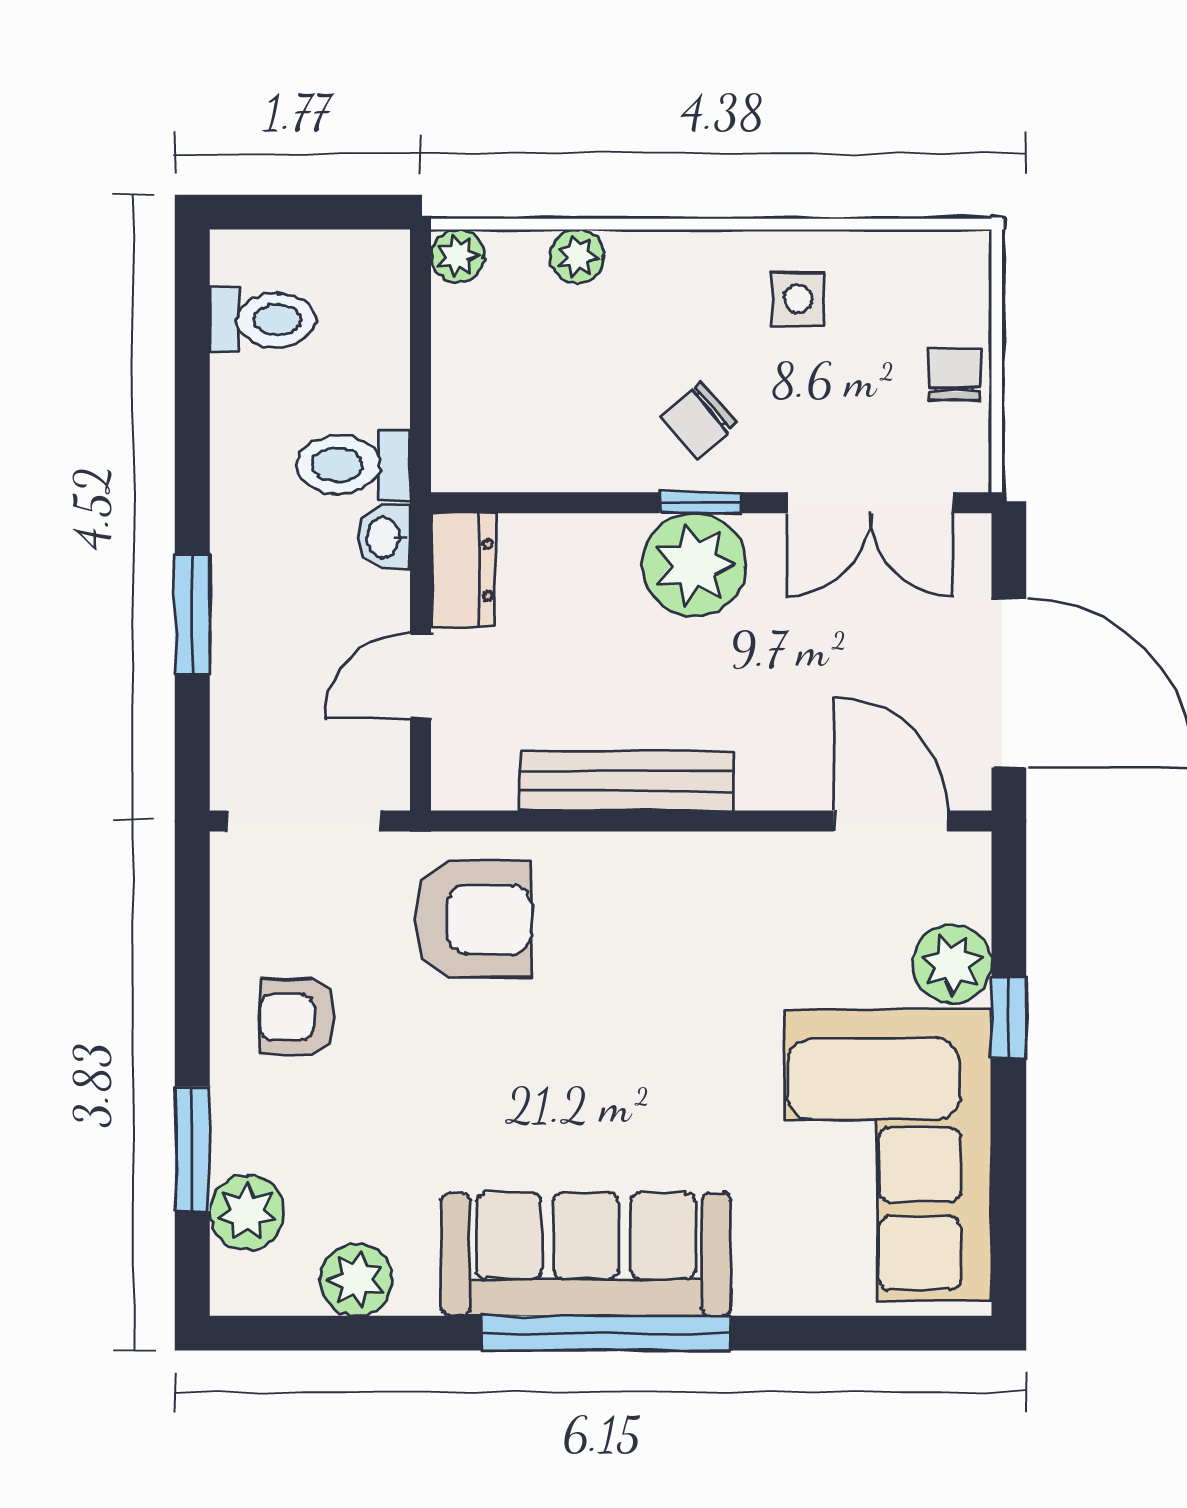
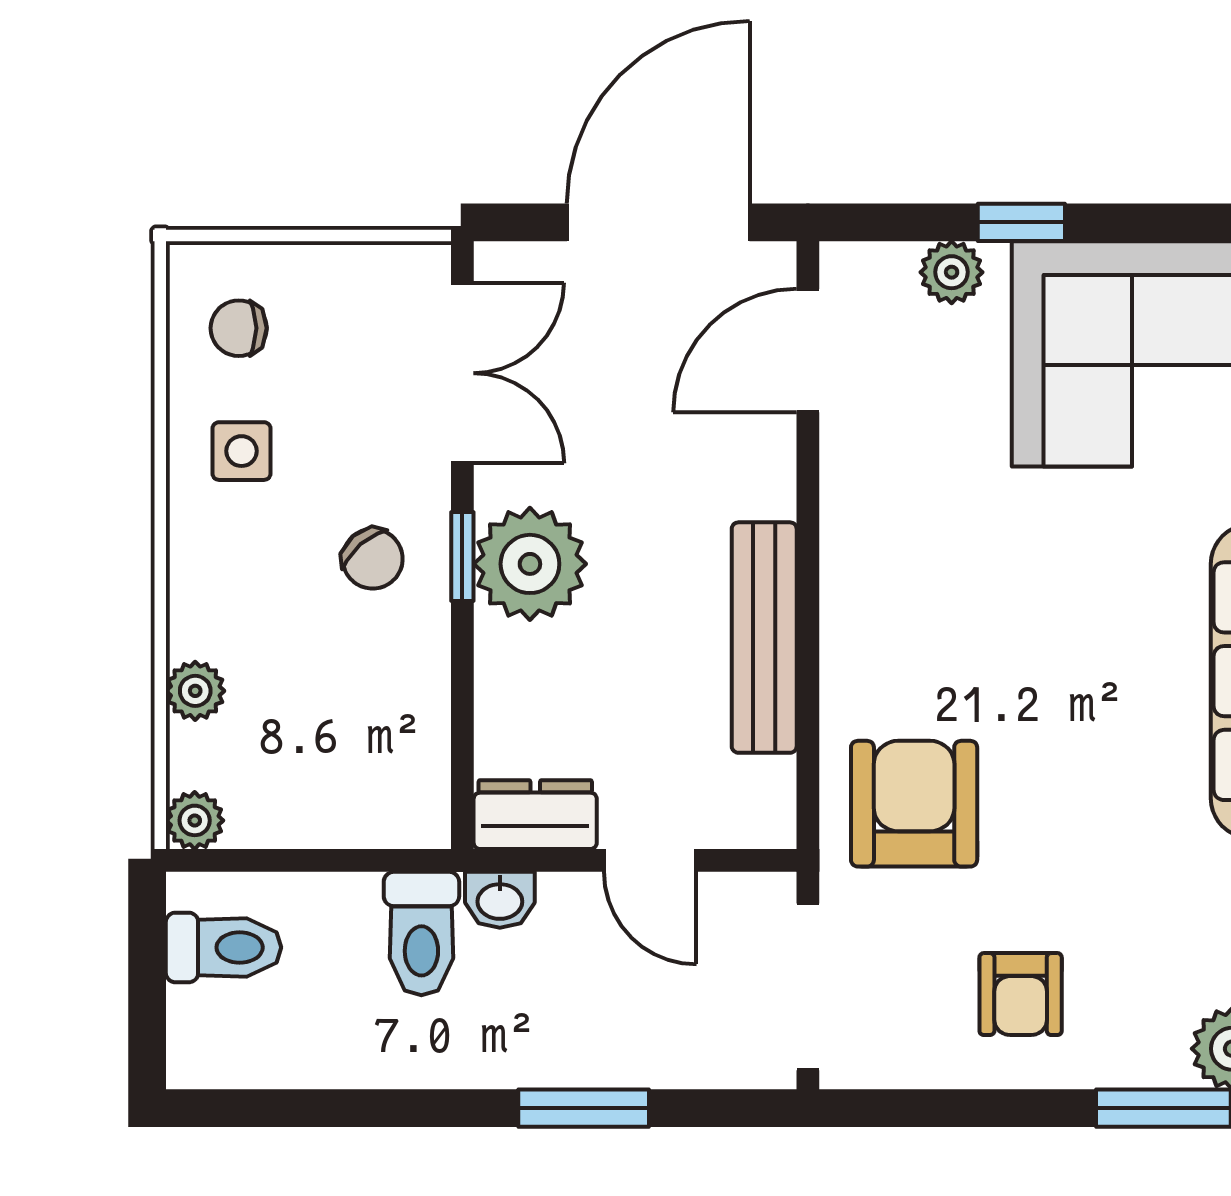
toilet: (263, 320) -> (223, 947), moved, turned 90
chair: (955, 374) -> (239, 328), moved
plant: (952, 964) -> (952, 272), width x0.73, depth x0.73

